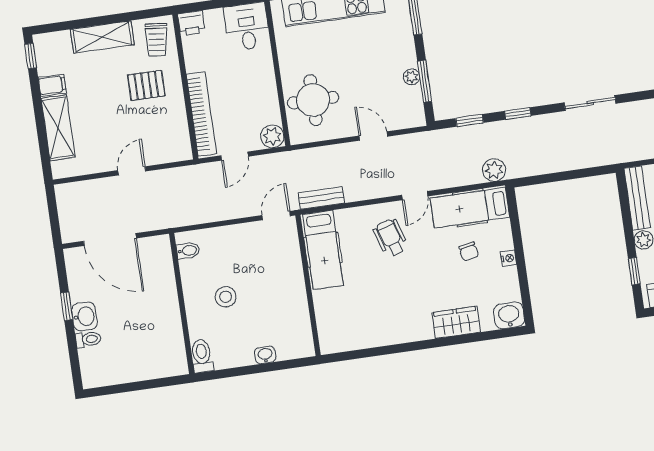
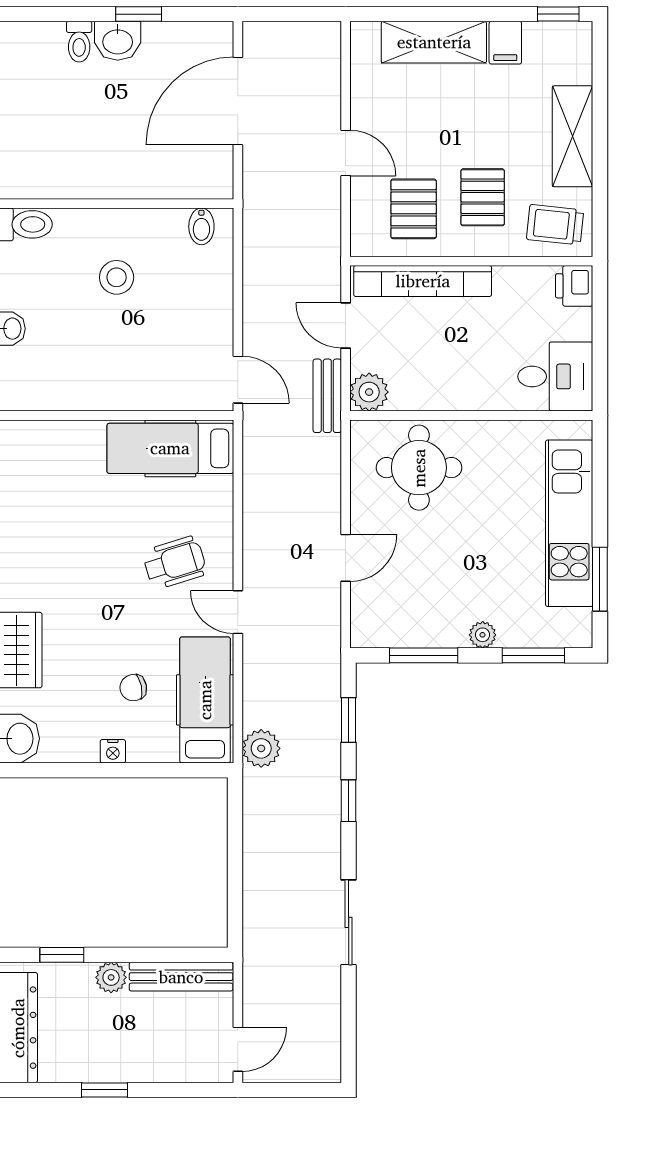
plant: (411, 77) -> (483, 635), moved
pallet: (159, 126) -> (414, 209), added
bench: (321, 198) -> (327, 396), moved

